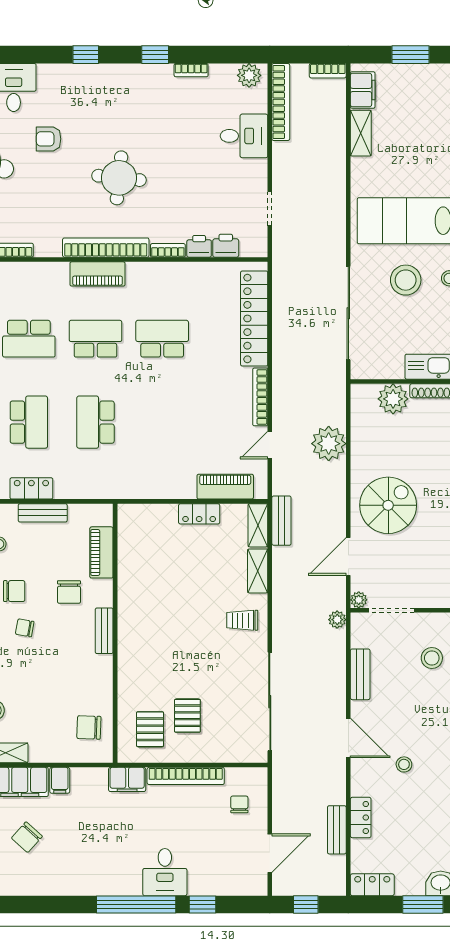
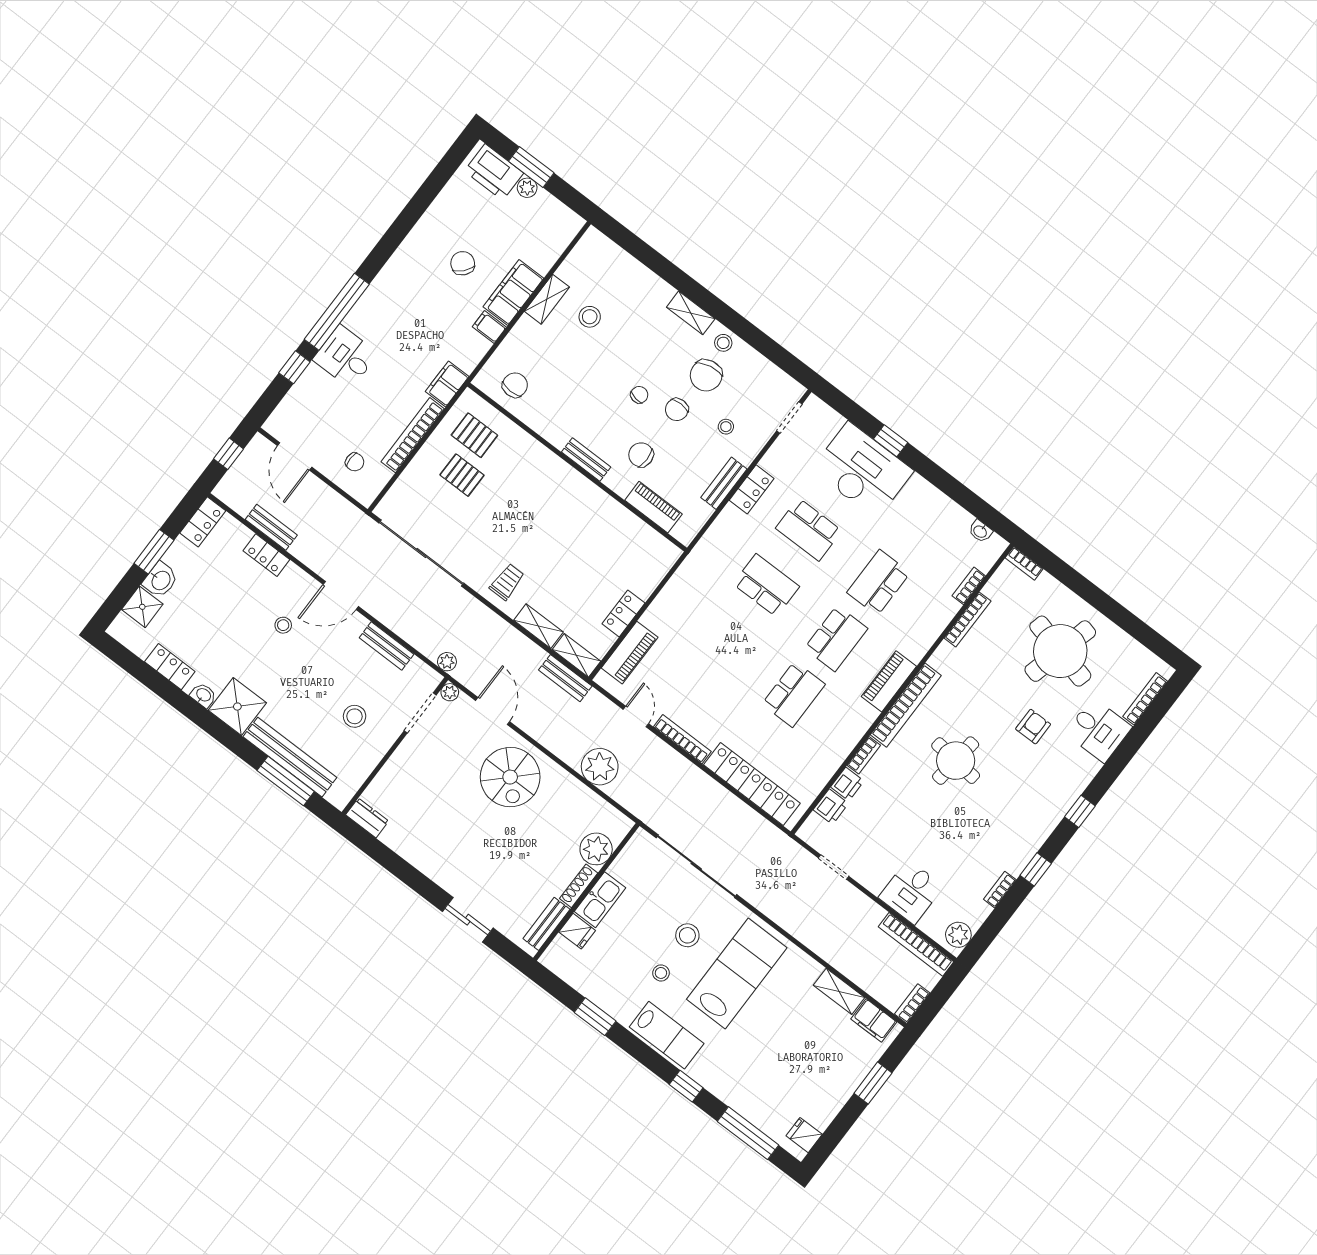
stool: (406, 280) -> (687, 935), width x0.73, depth x0.73

